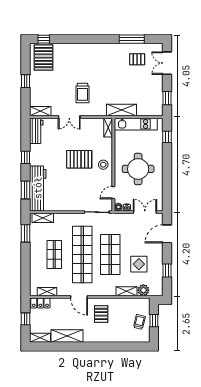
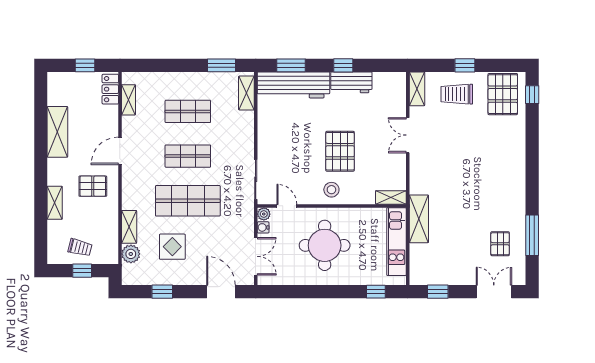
pallet: (43, 58) -> (503, 94), turned 90
trolley: (82, 93) -> (457, 94), moved
workbench: (36, 131) -> (351, 82), moved
shop shelf: (82, 254) -> (188, 156), width x0.50, depth x0.74
shelving: (40, 338) -> (55, 203), moved

